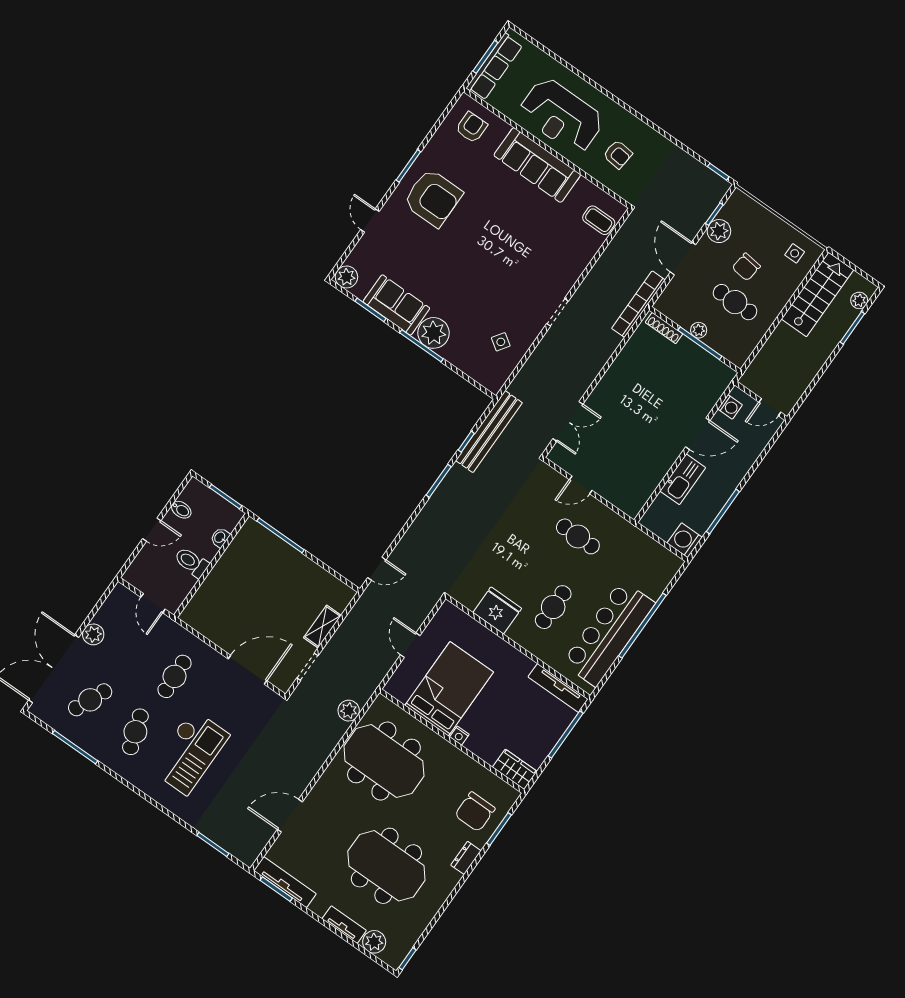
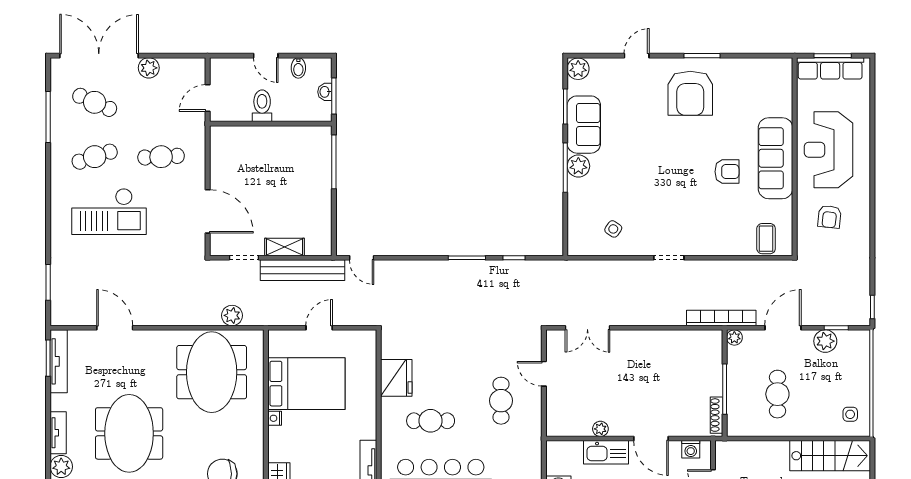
armchair: (471, 127) -> (727, 172), moved
chair: (746, 267) -> (812, 383), removed
shoe rack: (664, 328) -> (717, 415), moved
plant: (699, 330) -> (734, 337), moved
plant: (434, 333) -> (578, 166), width x0.73, depth x0.73
bench: (489, 432) -> (303, 270), moved
plant: (660, 470) -> (600, 429), added
washbasin: (220, 537) -> (325, 92), moved, turned -90

